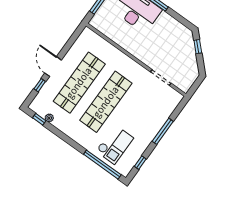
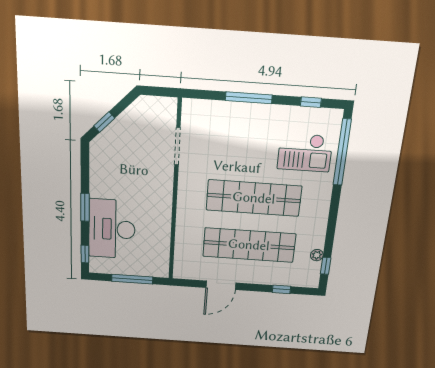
door: (53, 67) -> (221, 285), moved
checkout: (115, 144) -> (305, 152), turned 180

